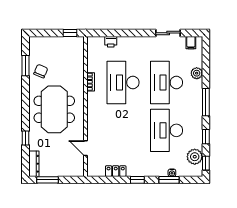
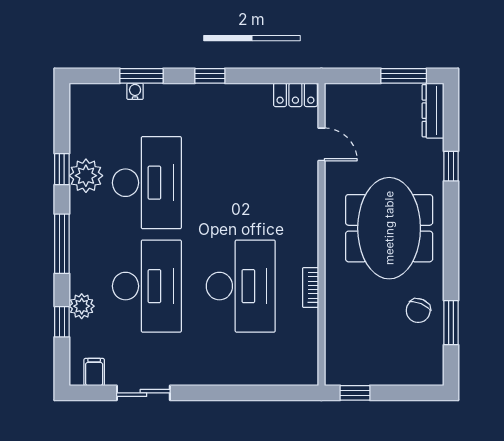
printer: (111, 42) -> (267, 374), removed
plant: (195, 157) -> (86, 176), moved
window: (206, 163) -> (62, 322), moved
locker: (116, 171) -> (295, 95), moved

